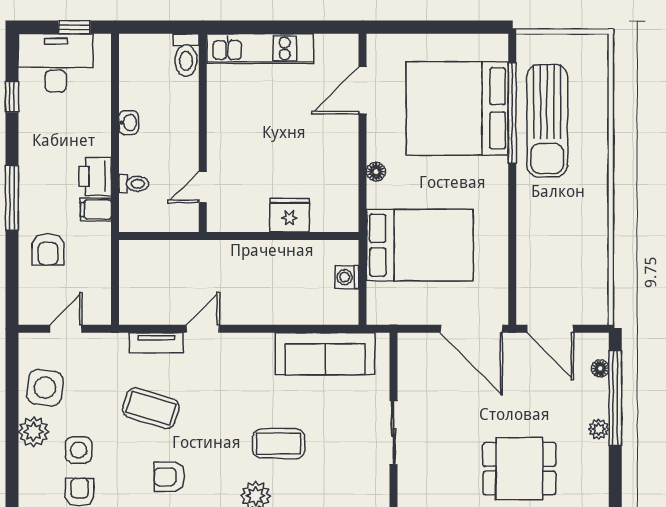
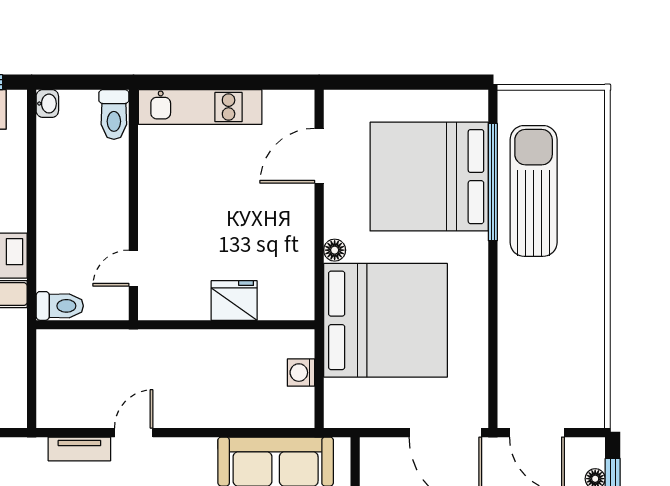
sun lounger: (547, 121) -> (534, 191), turned 180
washbasin: (129, 123) -> (47, 104), moved
toilet: (134, 184) -> (60, 306), moved, width x1.37, depth x1.39
bed: (420, 245) -> (385, 320), width x1.36

